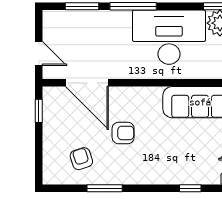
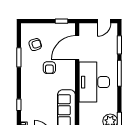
desk: (169, 37) -> (94, 82), moved, turned 180
door: (39, 53) -> (104, 21), moved

